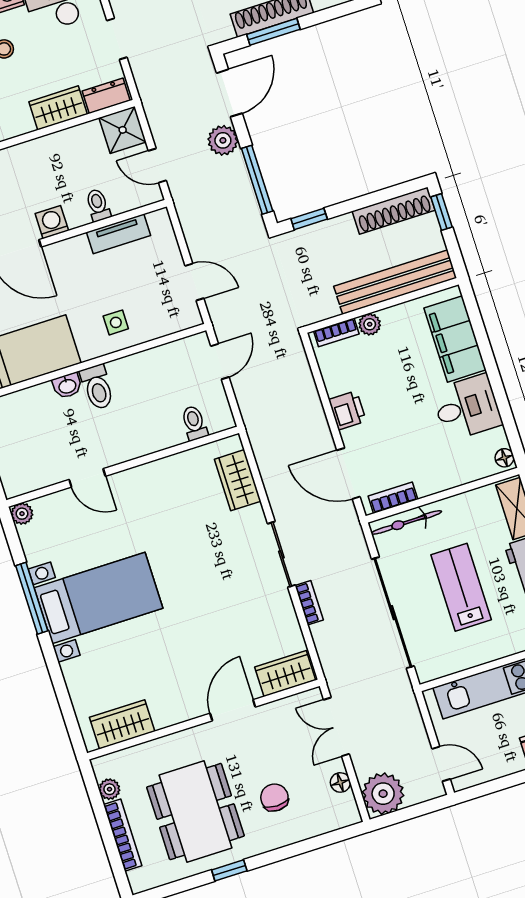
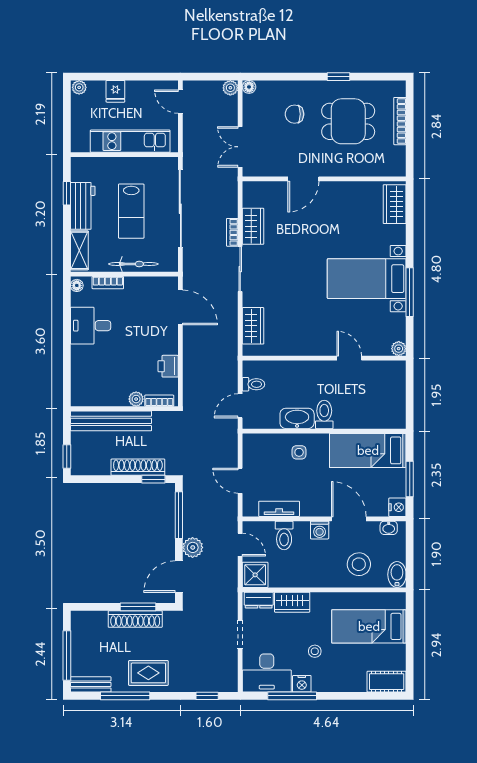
toilet: (98, 205) -> (284, 535), width x1.37, depth x1.39
shoe rack: (394, 211) -> (138, 467), moved
door: (194, 282) -> (240, 481), moved
filing cabinet: (455, 339) -> (84, 372), removed
washbasin: (67, 386) -> (297, 418), moved, width x1.91, depth x1.45
printer: (347, 410) -> (168, 366), moved
toilet: (194, 423) -> (253, 384), moved, turned -90
bookcase: (393, 498) -> (108, 283), moved
bicycle: (406, 522) -> (133, 264), moved
wardrobe: (285, 674) -> (253, 226), moved, turned -90
wardrobe: (122, 724) -> (395, 204), moved, turned 90
double door: (336, 727) -> (240, 147), swing flipped
floor lamp: (340, 782) -> (249, 87), moved
plant: (109, 789) -> (399, 153), removed
plant: (383, 794) -> (230, 88), width x0.53, depth x0.53
chair: (274, 798) -> (295, 114), turned 90
dining table: (196, 812) -> (348, 121), width x0.73

